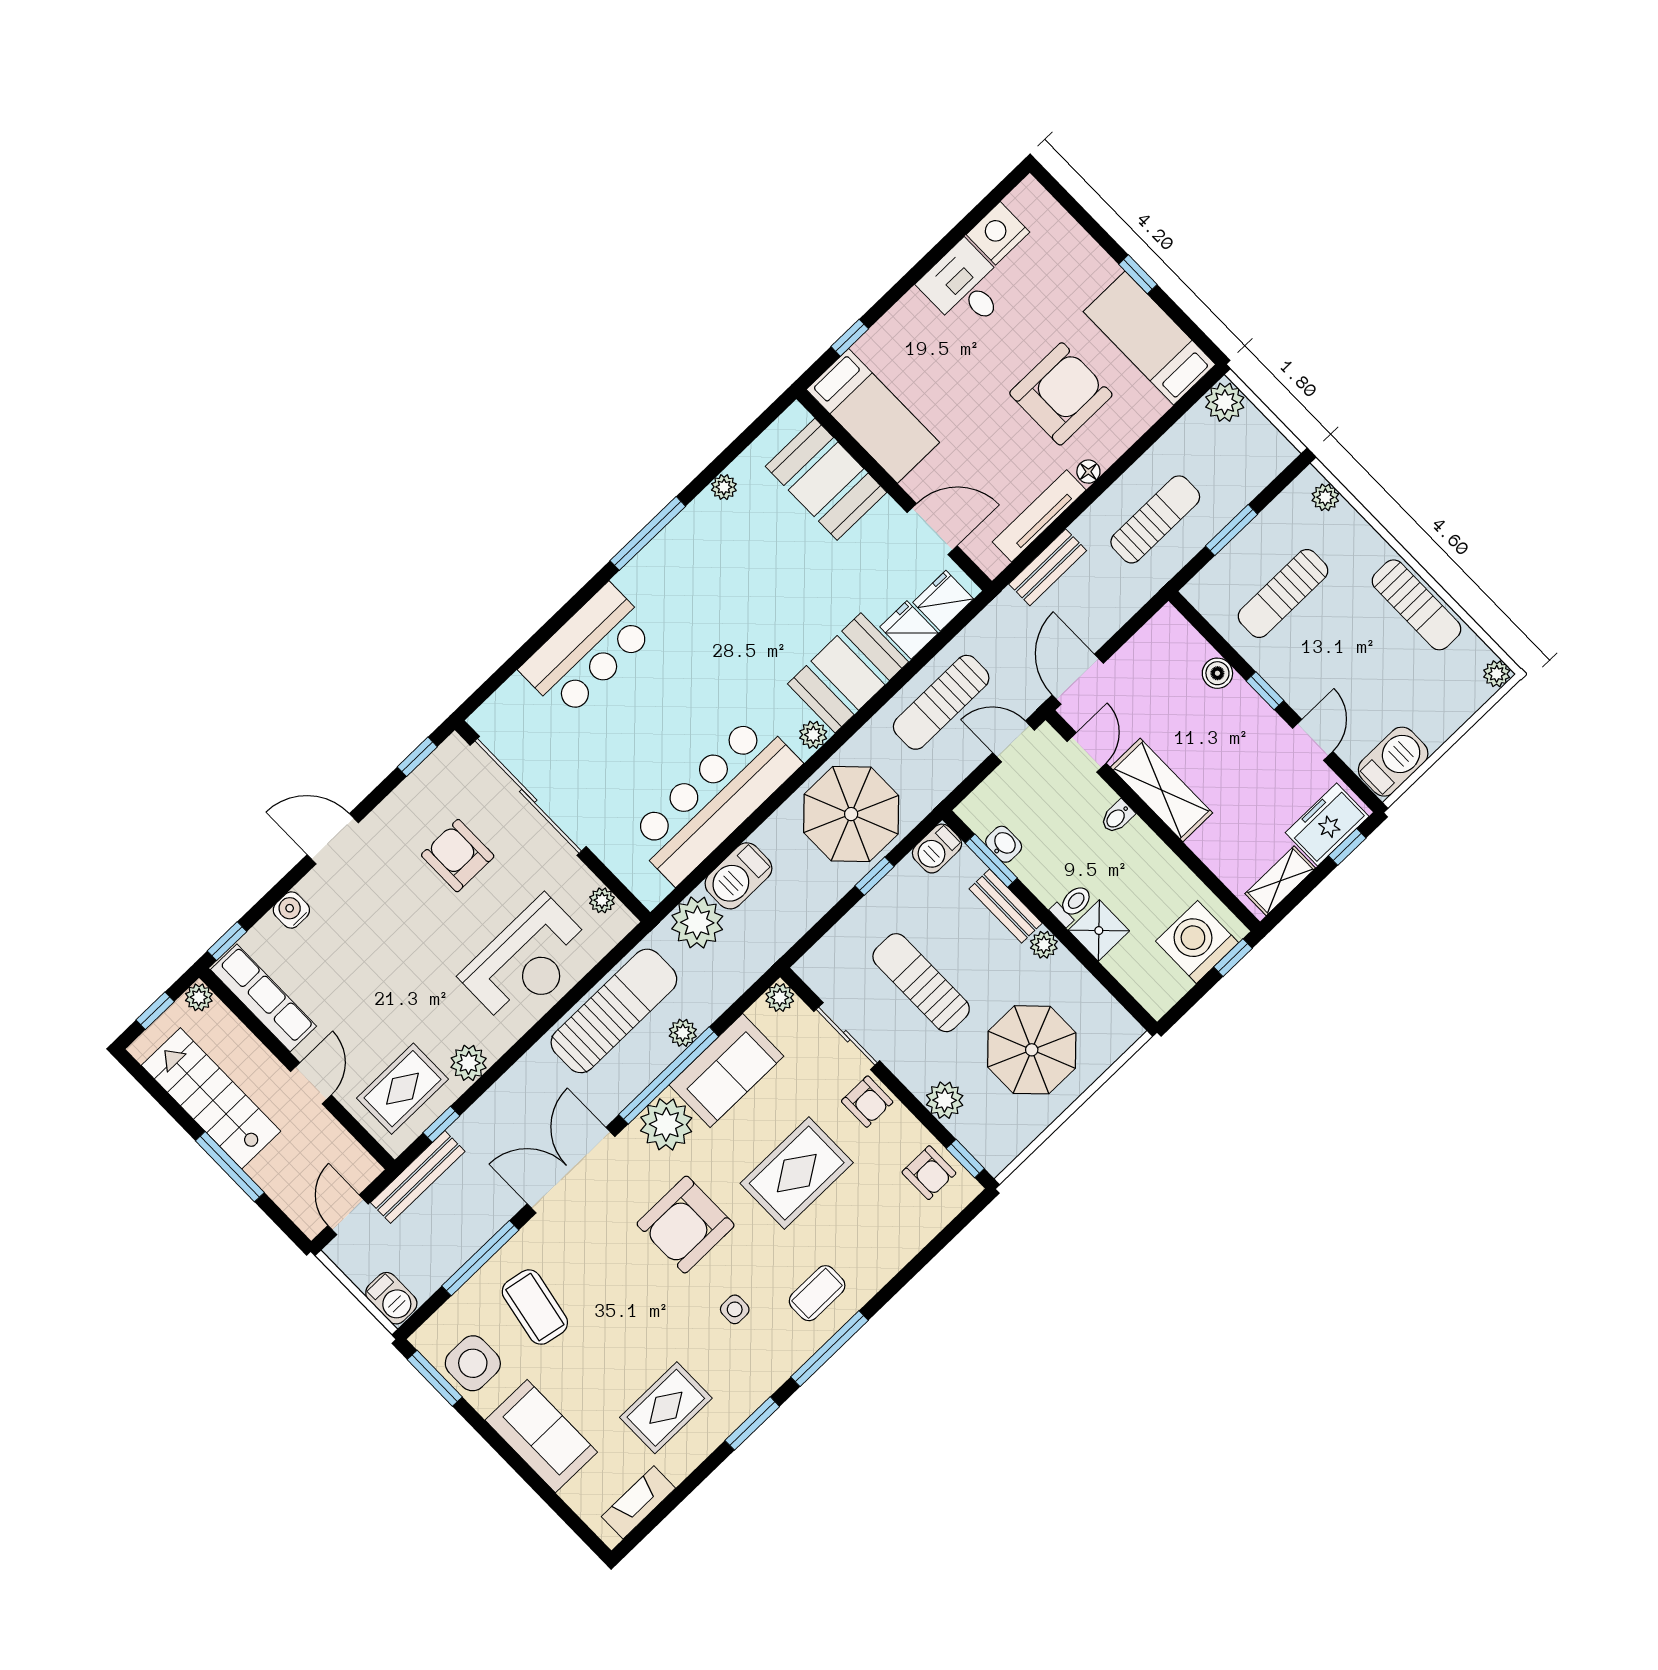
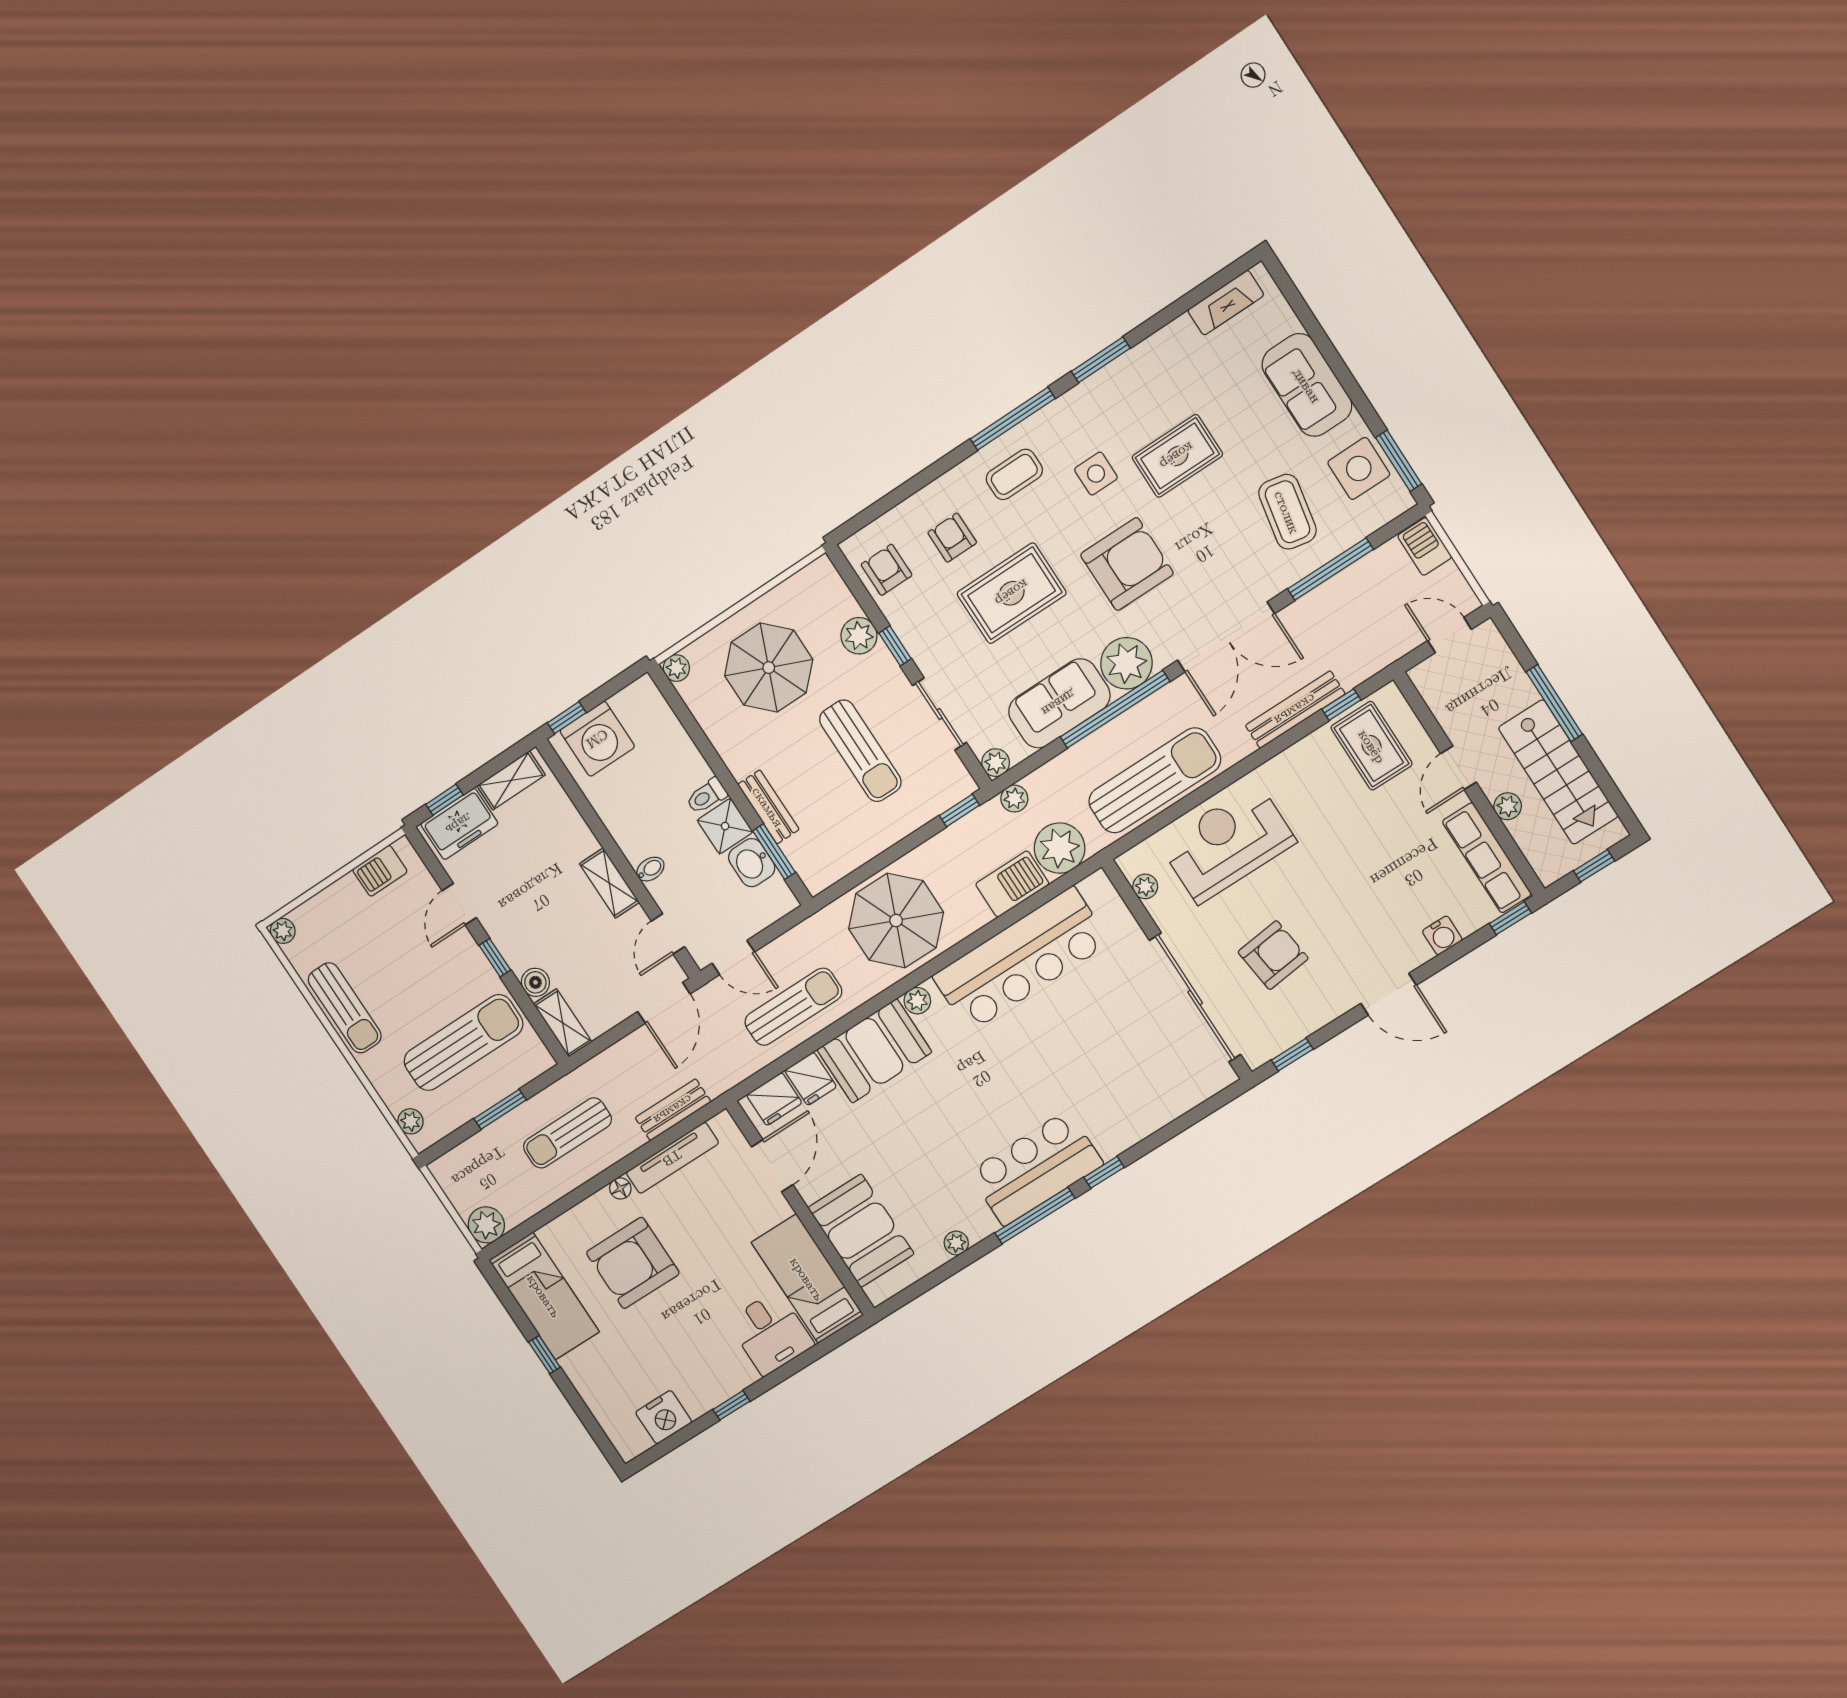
desk: (965, 287) -> (771, 1333), moved
window: (850, 338) -> (731, 1405), moved
door: (932, 529) -> (772, 1166), swing flipped
sun lounger: (1283, 593) -> (463, 1043), width x1.36, depth x1.34
window: (585, 594) -> (1104, 1172), added
sun lounger: (1416, 605) -> (345, 1008), turned 180
shelving: (1181, 636) -> (563, 1023), added
bar counter: (588, 651) -> (1036, 1168), moved
barbecue: (1393, 762) -> (380, 871), width x0.73, depth x0.79
shelving: (1162, 790) -> (609, 883), width x0.67, depth x0.75
washbasin: (1004, 844) -> (752, 863), width x1.38, depth x1.45
barbecue: (937, 849) -> (822, 873), removed
armchair: (458, 856) -> (1273, 955), turned -97
window: (874, 876) -> (959, 810), moved
shower: (1099, 931) -> (725, 826), moved
plant: (1044, 945) -> (676, 668), moved
plant: (199, 997) -> (1508, 806), moved
sun lounger: (614, 1011) -> (1155, 780), turned 180
plant: (683, 1033) -> (1014, 799), moved
plant: (469, 1063) -> (1303, 758), removed
rug: (403, 1089) -> (1372, 746), turned 90
armchair: (867, 1102) -> (952, 538), moved
window: (965, 1158) -> (895, 646), moved
bench: (418, 1177) -> (1295, 710), moved
door: (348, 1215) -> (1450, 635), swing flipped
side table: (735, 1309) -> (1096, 474), width x1.37, depth x1.37
rug: (666, 1408) -> (1177, 456), moved

